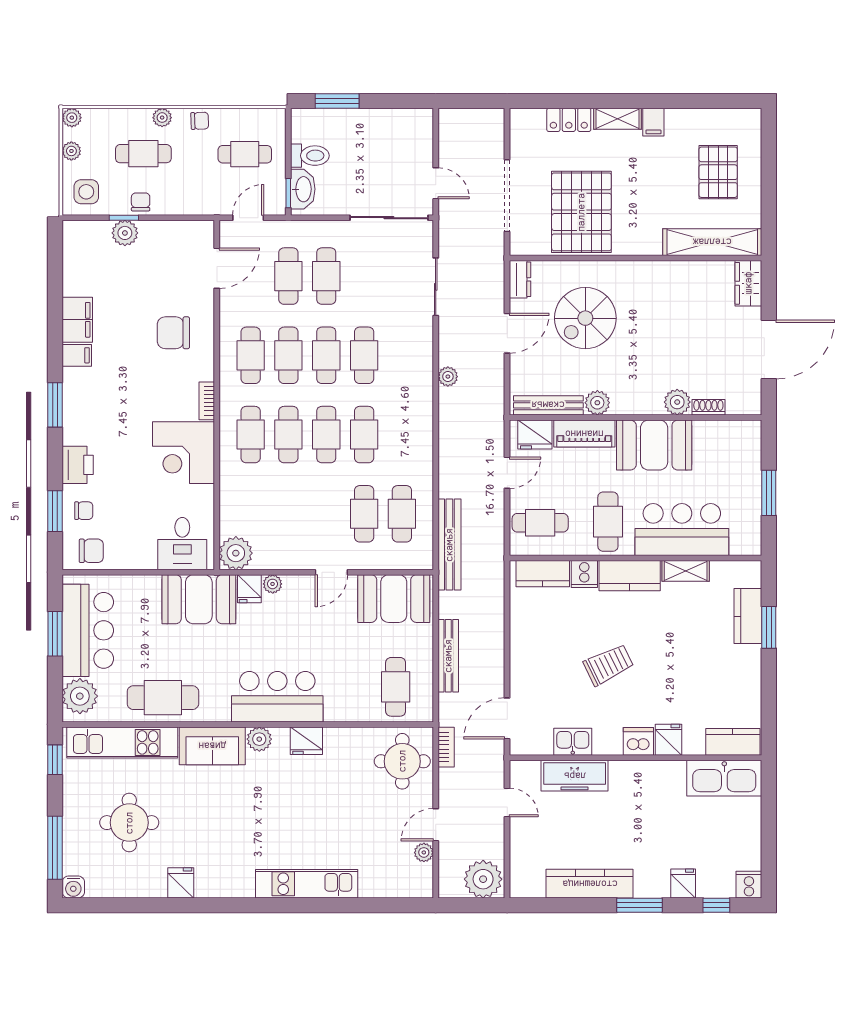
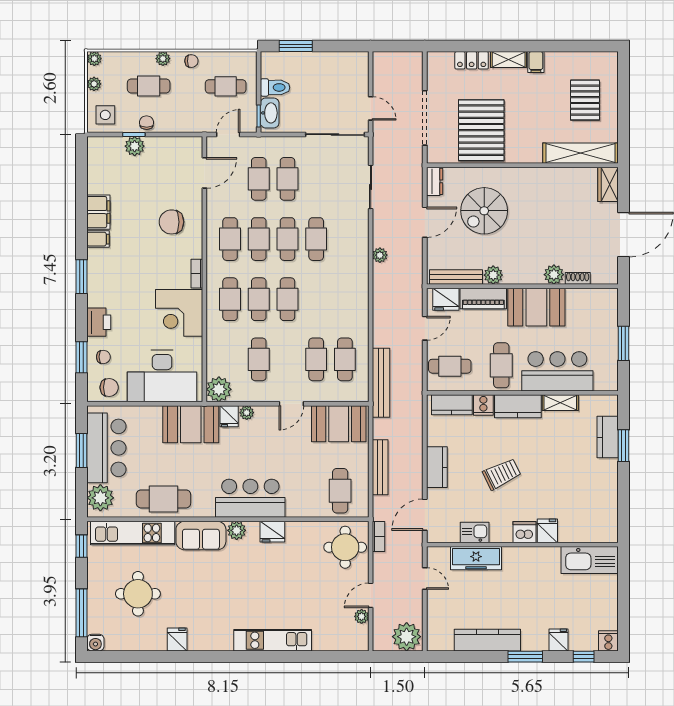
cafe table: (364, 435) -> (259, 359), moved
desk: (182, 544) -> (162, 376), width x1.87, depth x1.30
kitchen counter: (733, 742) -> (437, 467), moved, turned 90

